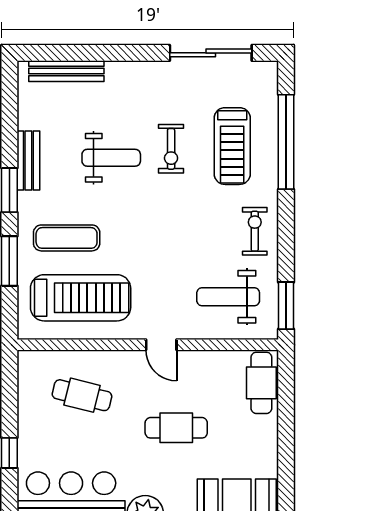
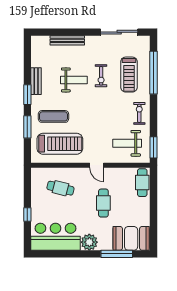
bench: (66, 71) -> (67, 40), moved
cafe table: (176, 428) -> (103, 203), turned 90

